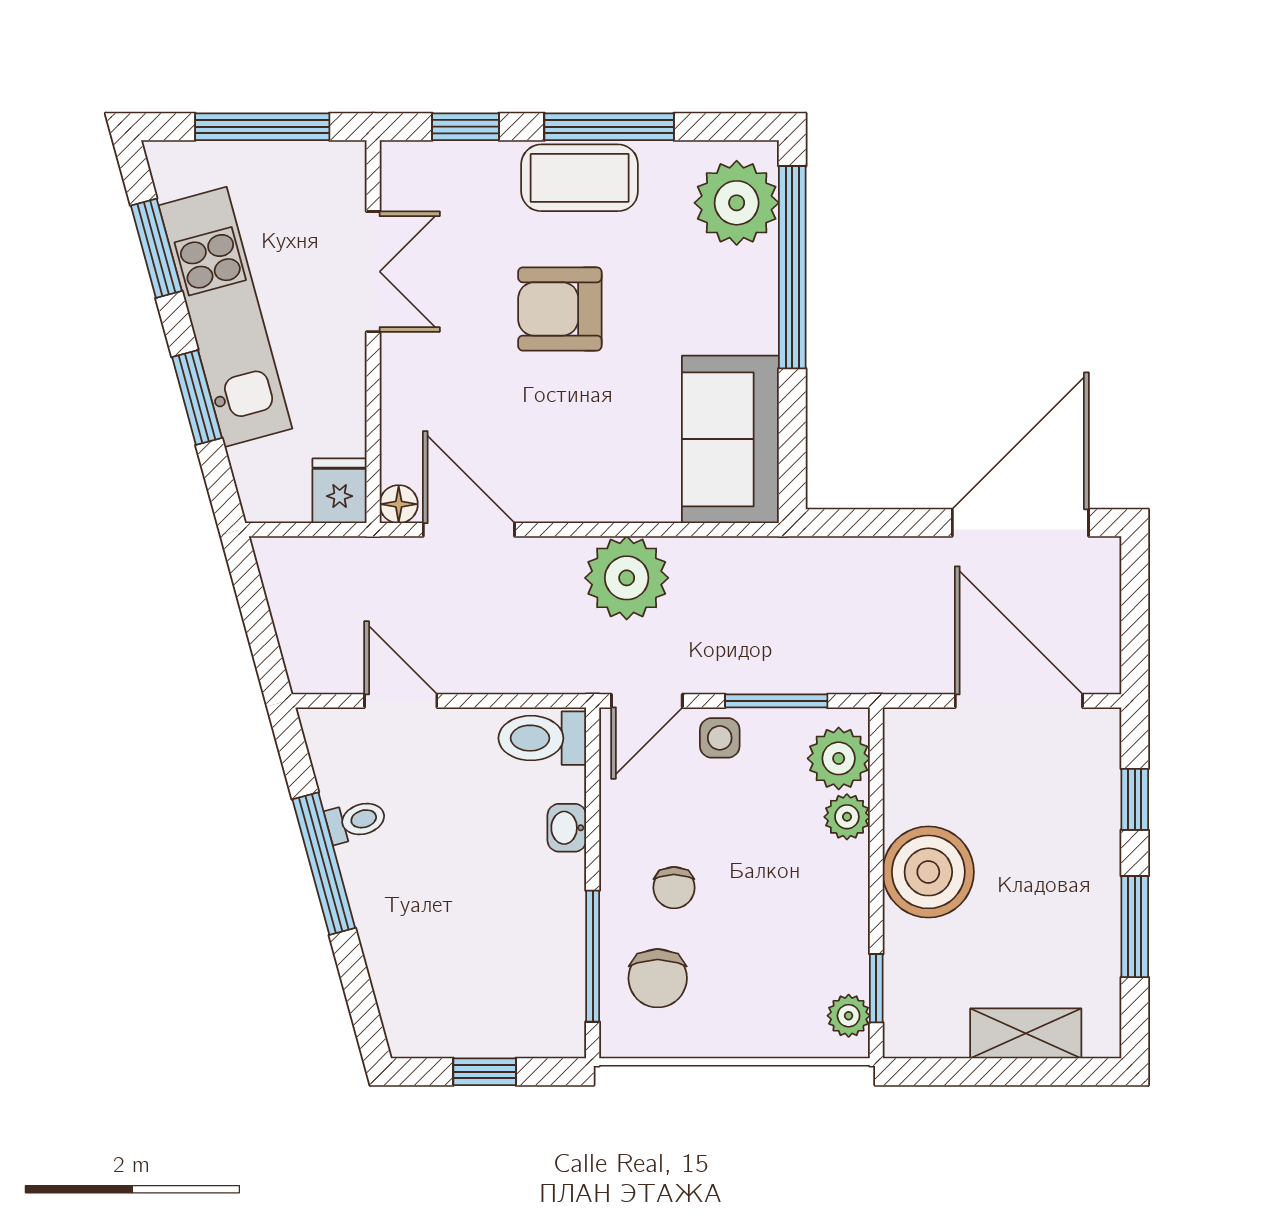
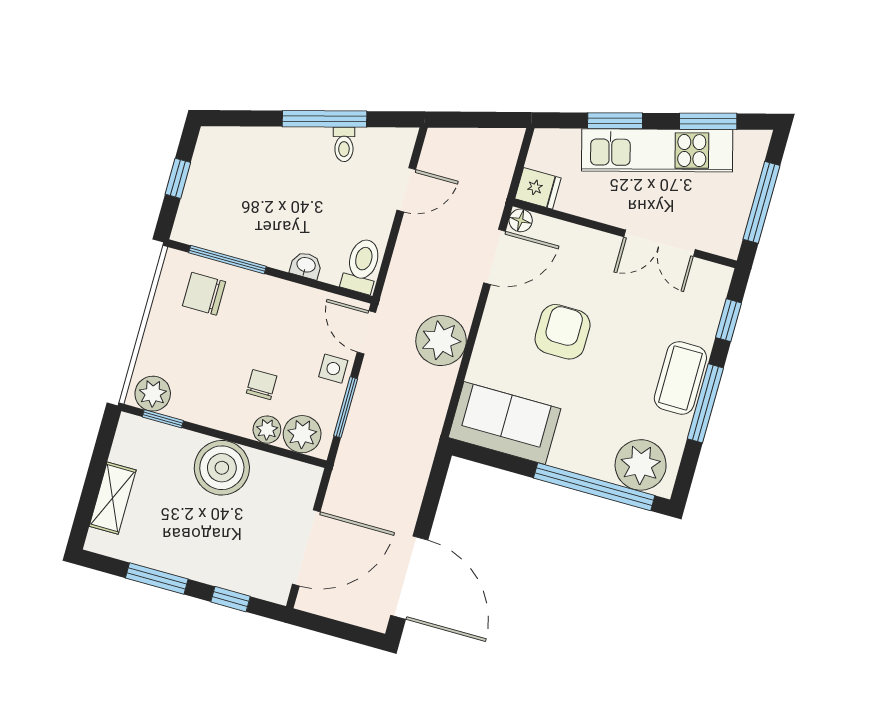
armchair: (560, 309) -> (563, 332), moved
chair: (674, 888) -> (262, 385), moved, turned 90
plant: (849, 1016) -> (153, 394), width x1.38, depth x1.38

